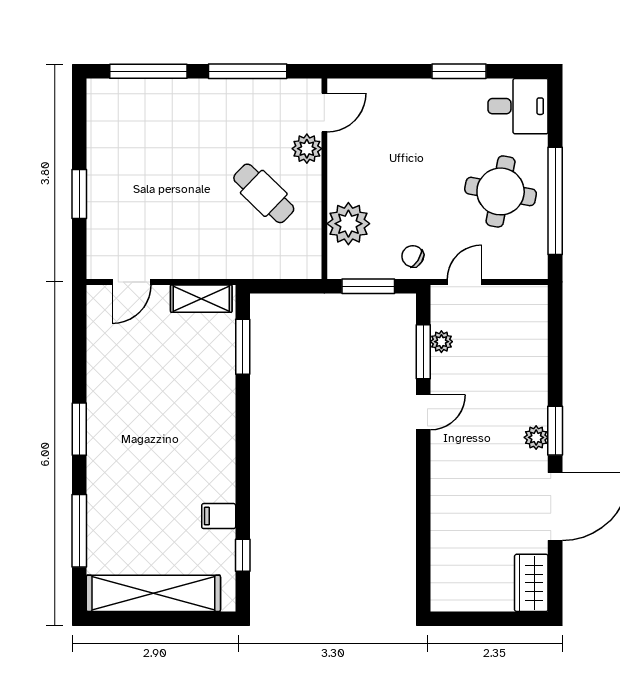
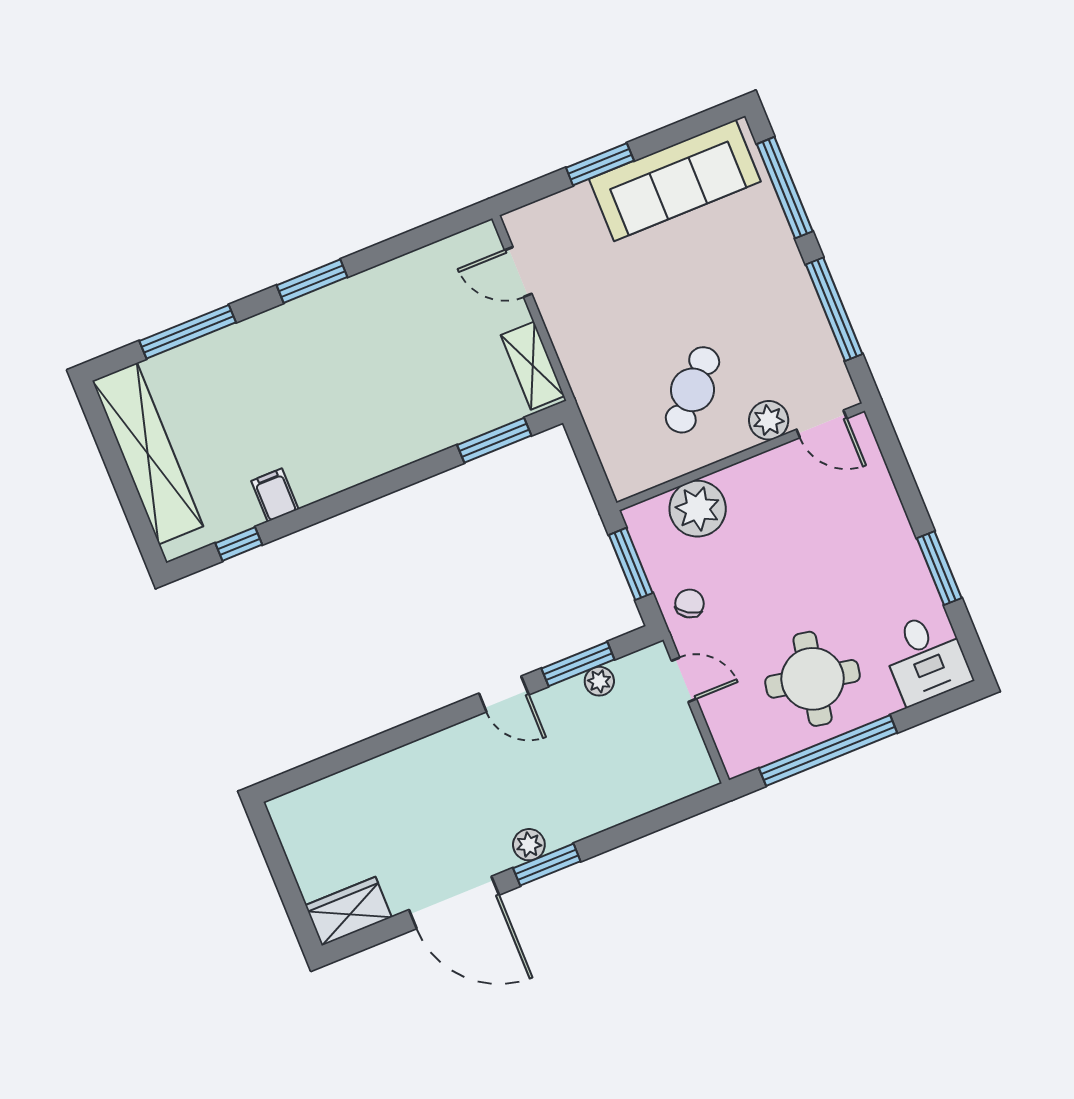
sofa: (112, 146) -> (675, 180), added

